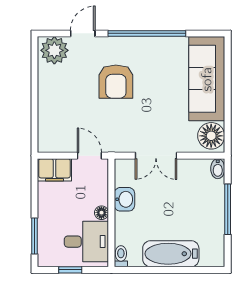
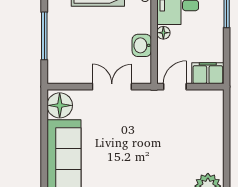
armchair: (116, 82) -> (150, 157), removed
door: (89, 156) -> (175, 87), swing flipped
bidet: (218, 169) -> (54, 74), removed

